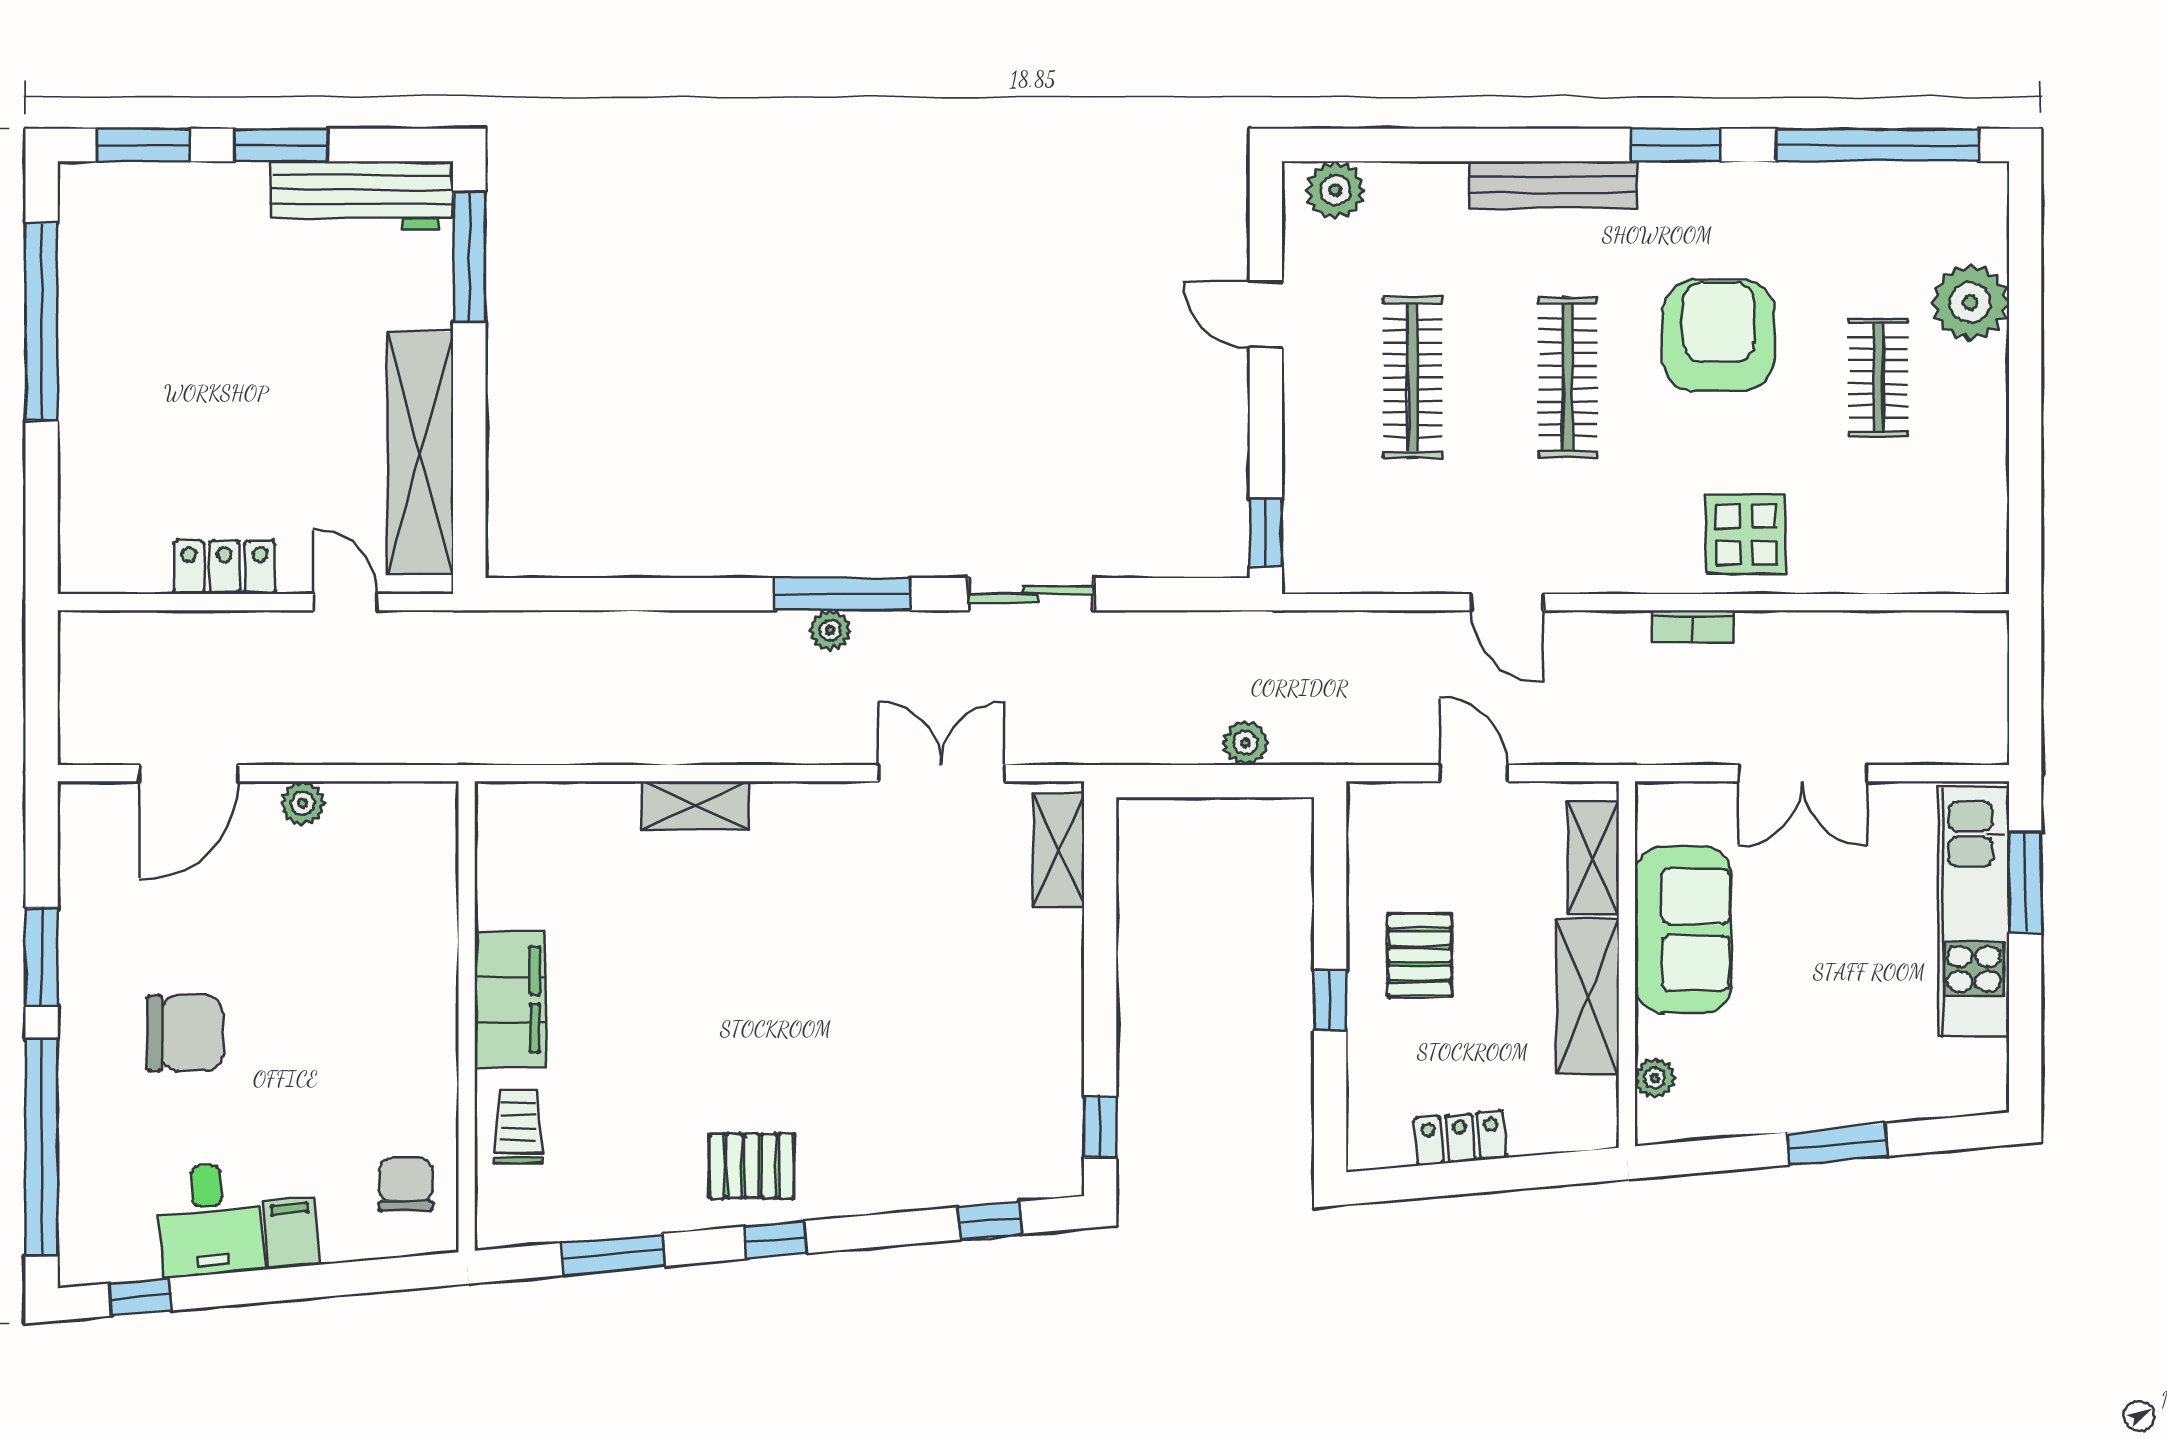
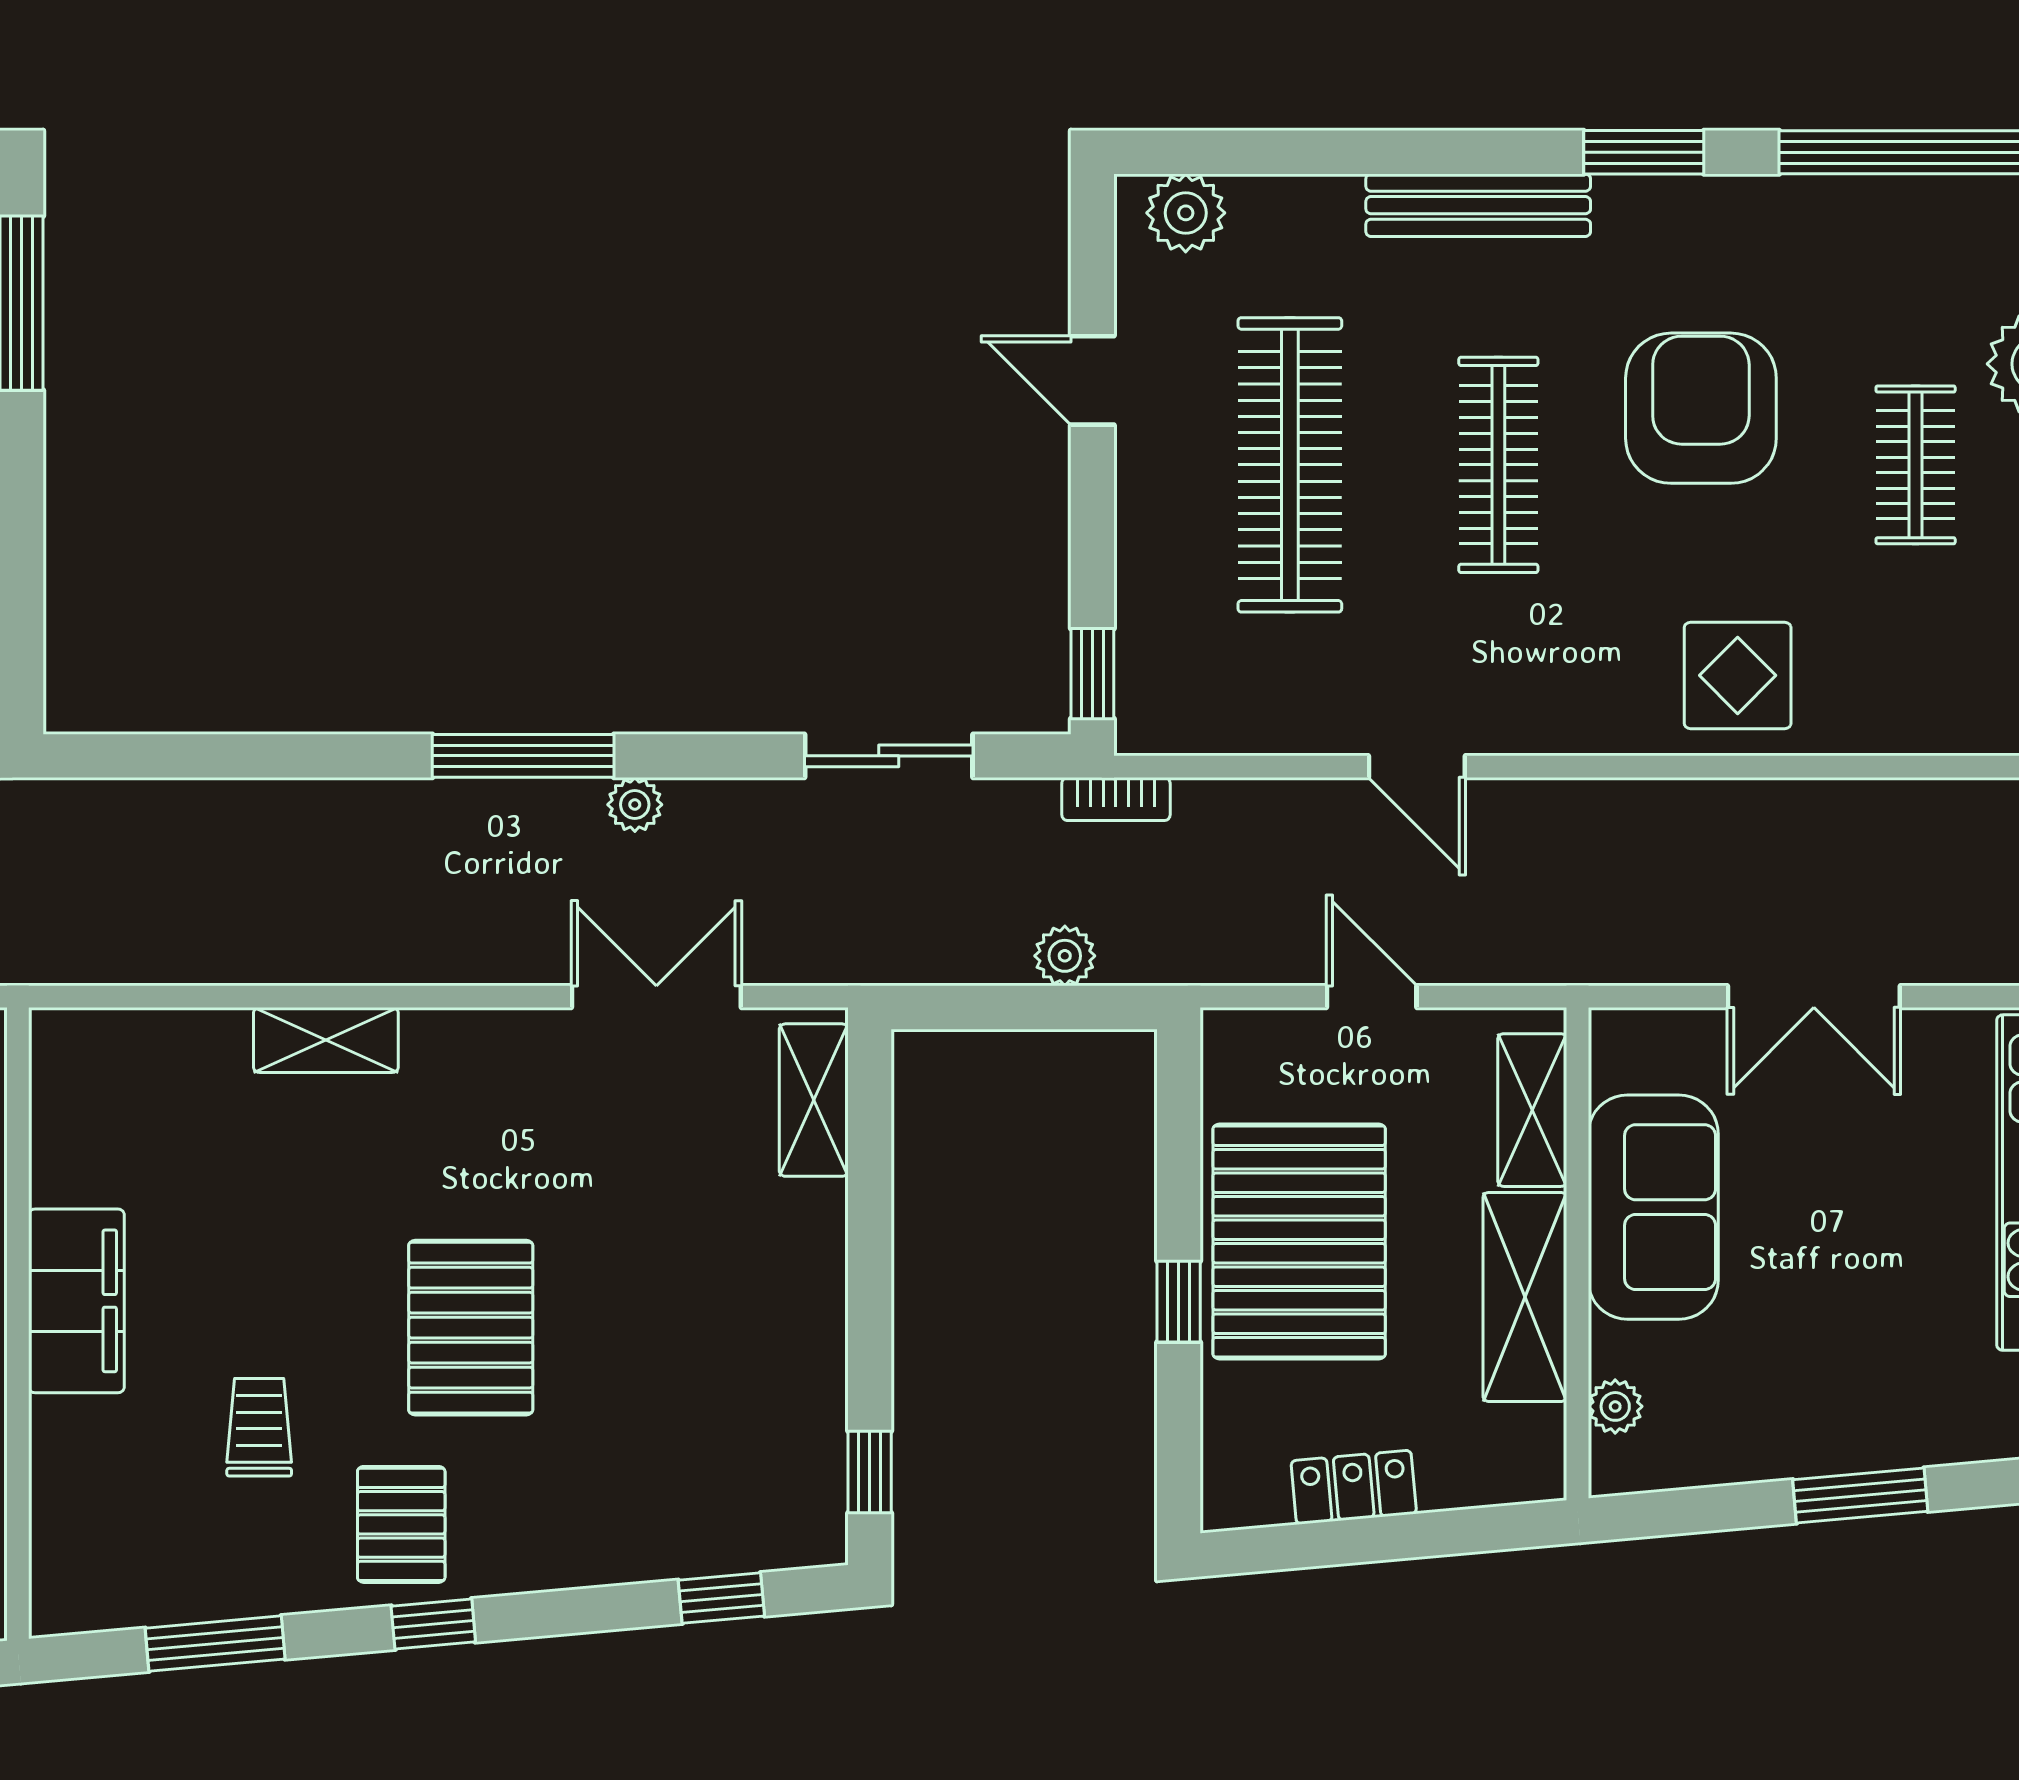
clothes rail: (1413, 378) -> (1290, 465), width x1.37, depth x1.31
sliding door: (1031, 594) -> (889, 756), moved
bookcase: (1693, 626) -> (1116, 799), moved
plant: (830, 630) -> (635, 805), moved
pallet: (1420, 955) -> (1299, 1242), width x2.05, depth x2.00
pallet: (803, 1019) -> (471, 1328), added
trolley: (518, 1127) -> (259, 1427), moved
pallet: (752, 1166) -> (401, 1524), turned 90

